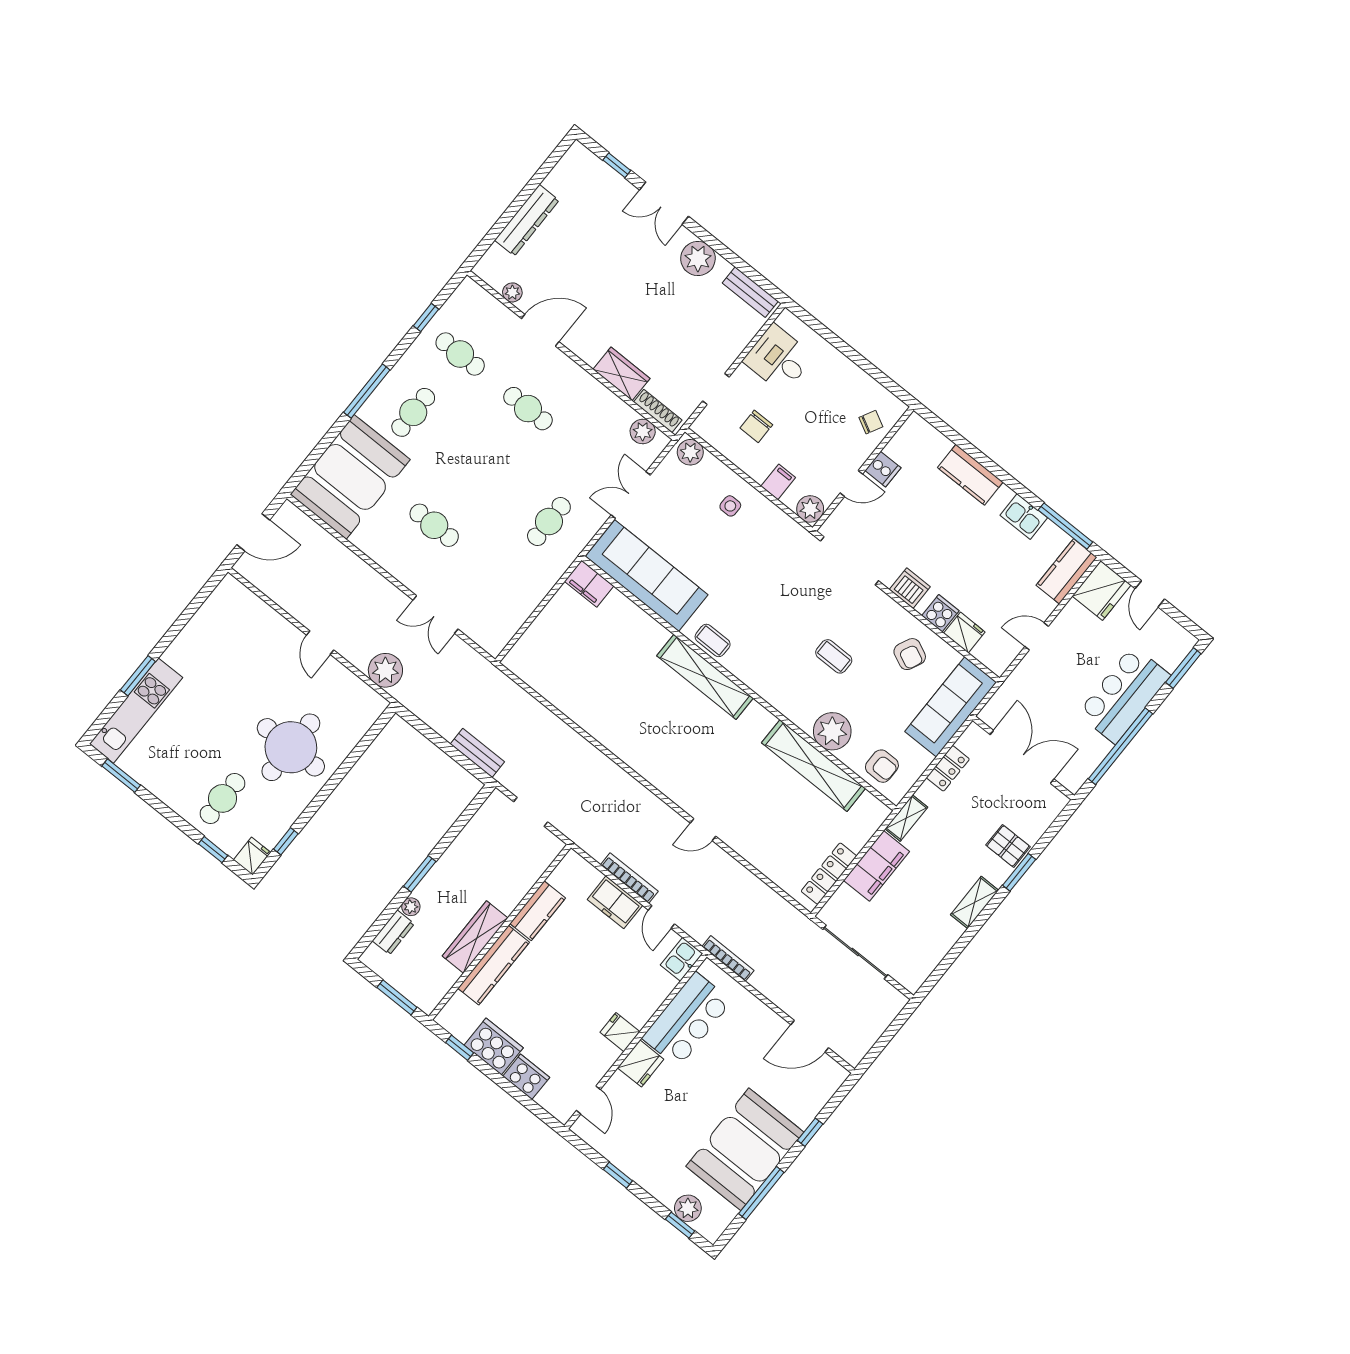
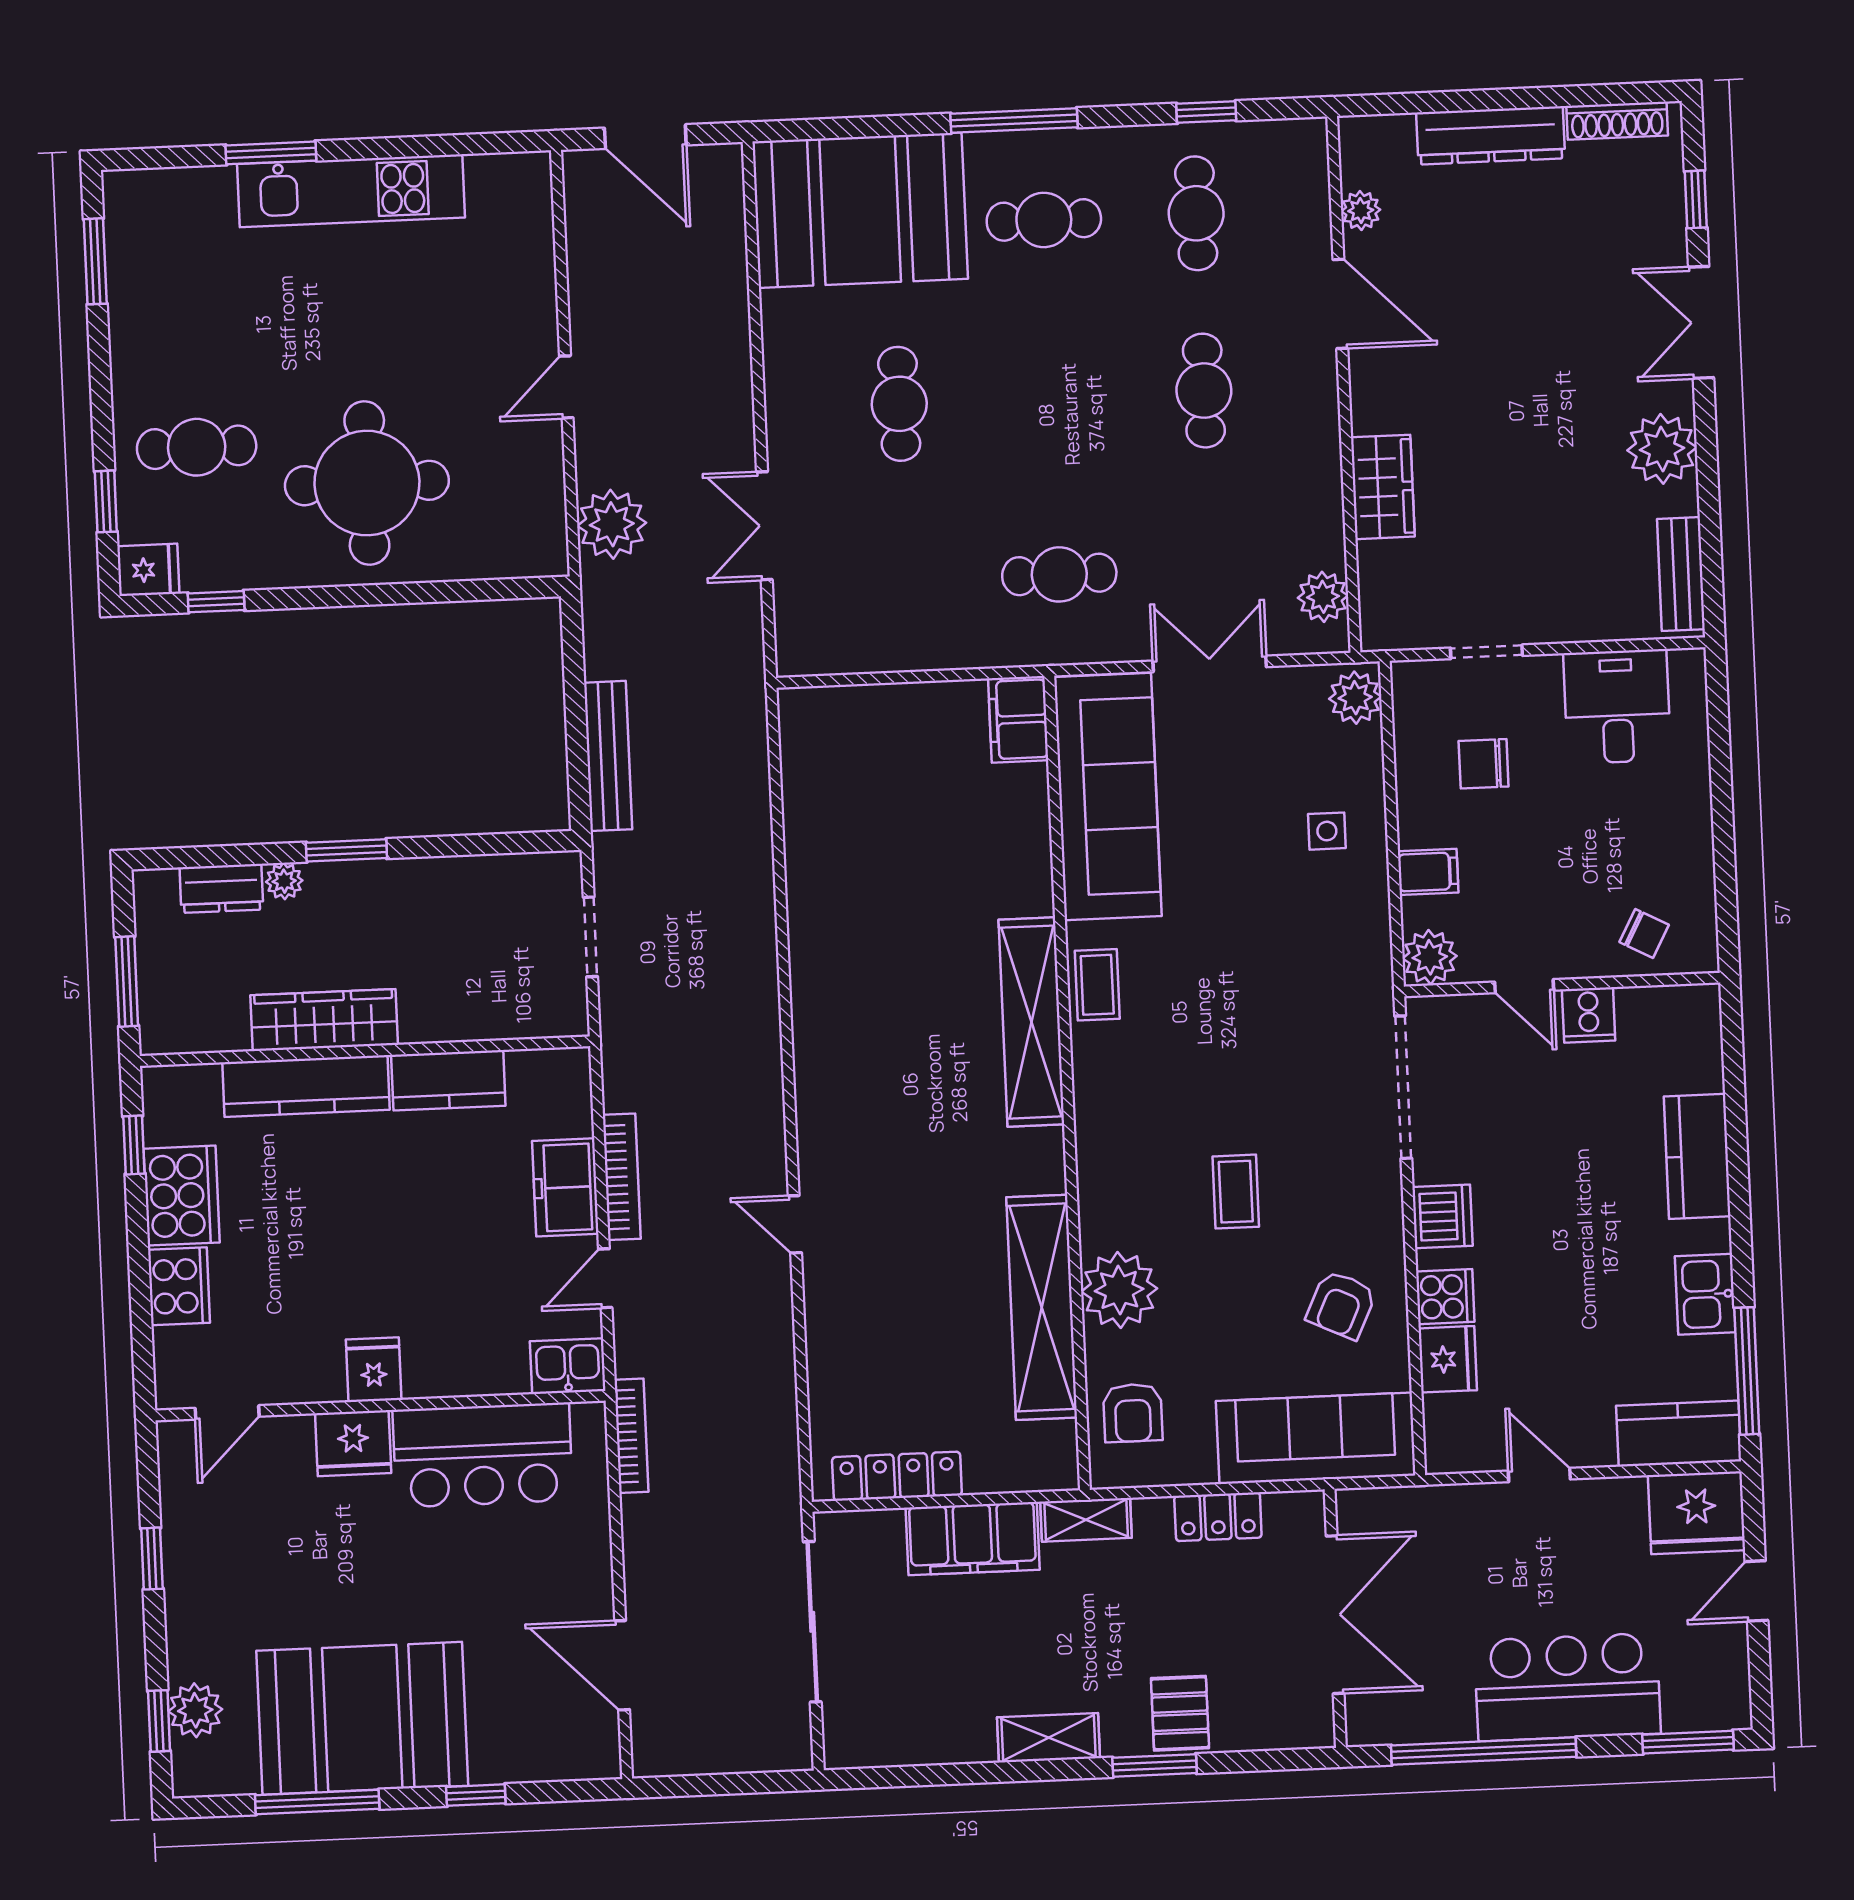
shoe rack: (658, 411) -> (1617, 121), moved, turned 90
kitchen unit: (136, 711) -> (351, 191), moved
bench: (477, 753) -> (608, 756), width x1.36

